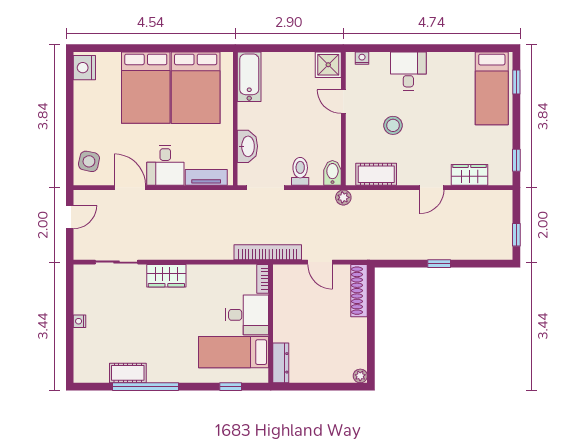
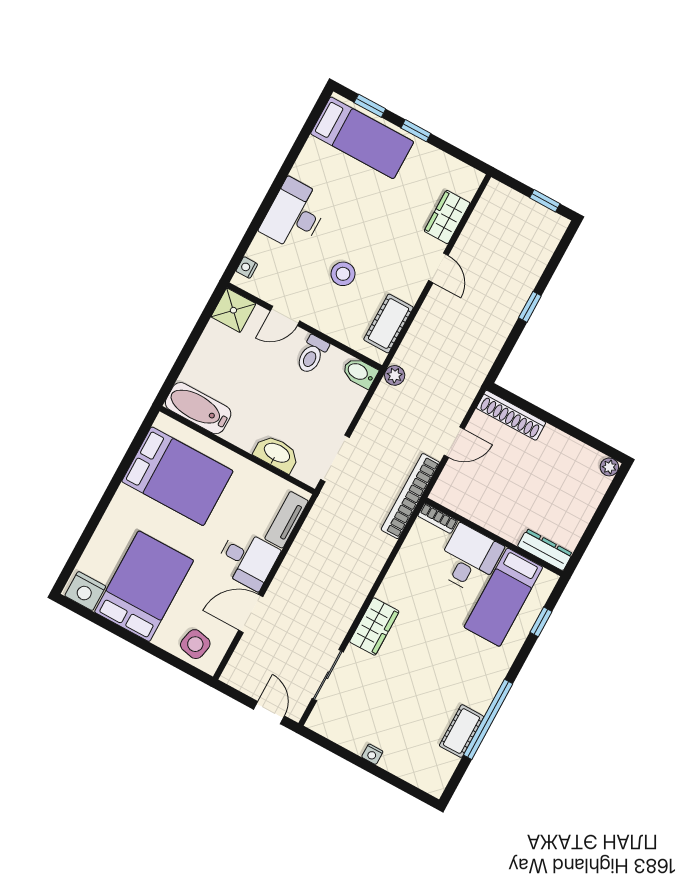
desk: (408, 71) -> (294, 215), width x1.37
bed: (146, 88) -> (144, 586), moved, turned -90
window: (516, 160) -> (416, 131), moved
toilet: (300, 171) -> (312, 355), moved, turned -90
door: (70, 217) -> (269, 713), moved

